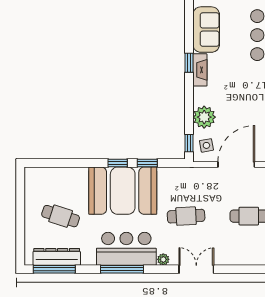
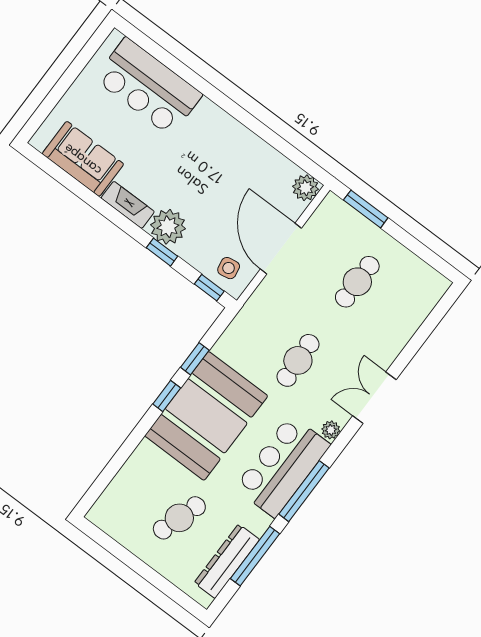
window: (189, 63) -> (162, 252), moved
plant: (204, 117) -> (168, 227), moved
window: (54, 269) -> (255, 556), moved

